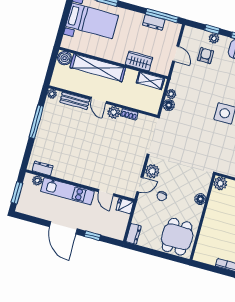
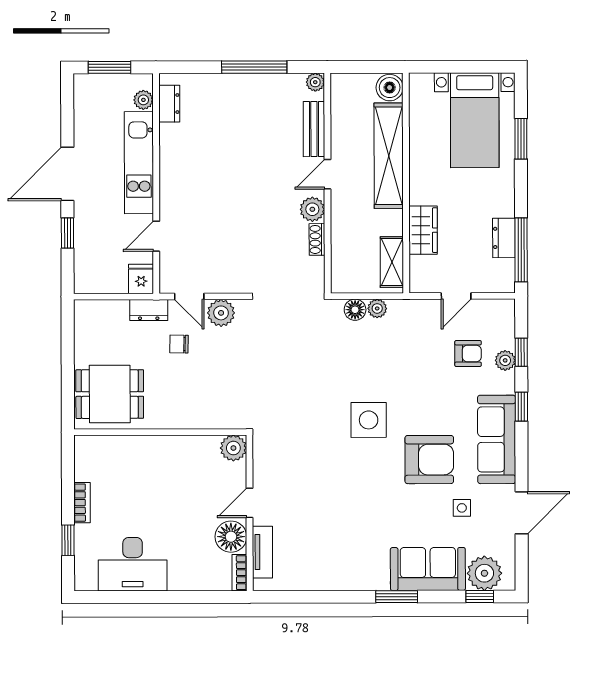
floor lamp: (200, 199) -> (193, 419), removed
dresser: (134, 234) -> (149, 310), moved

